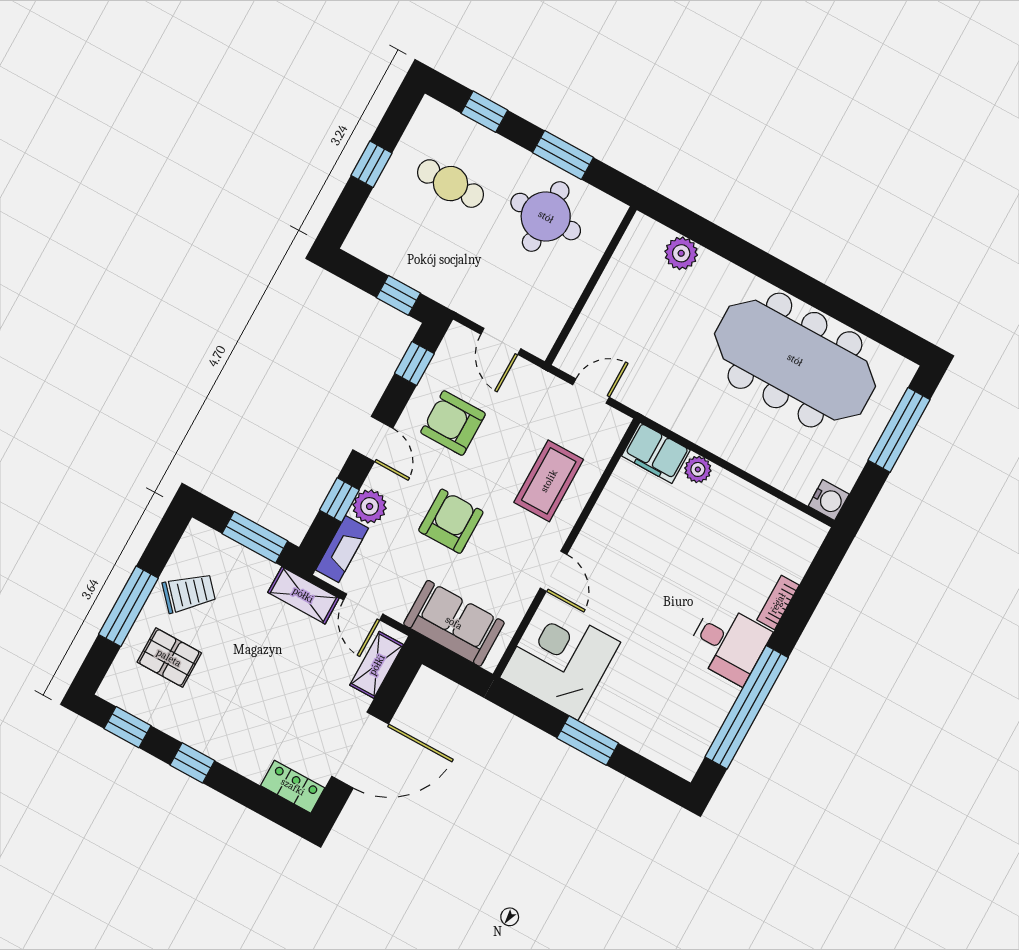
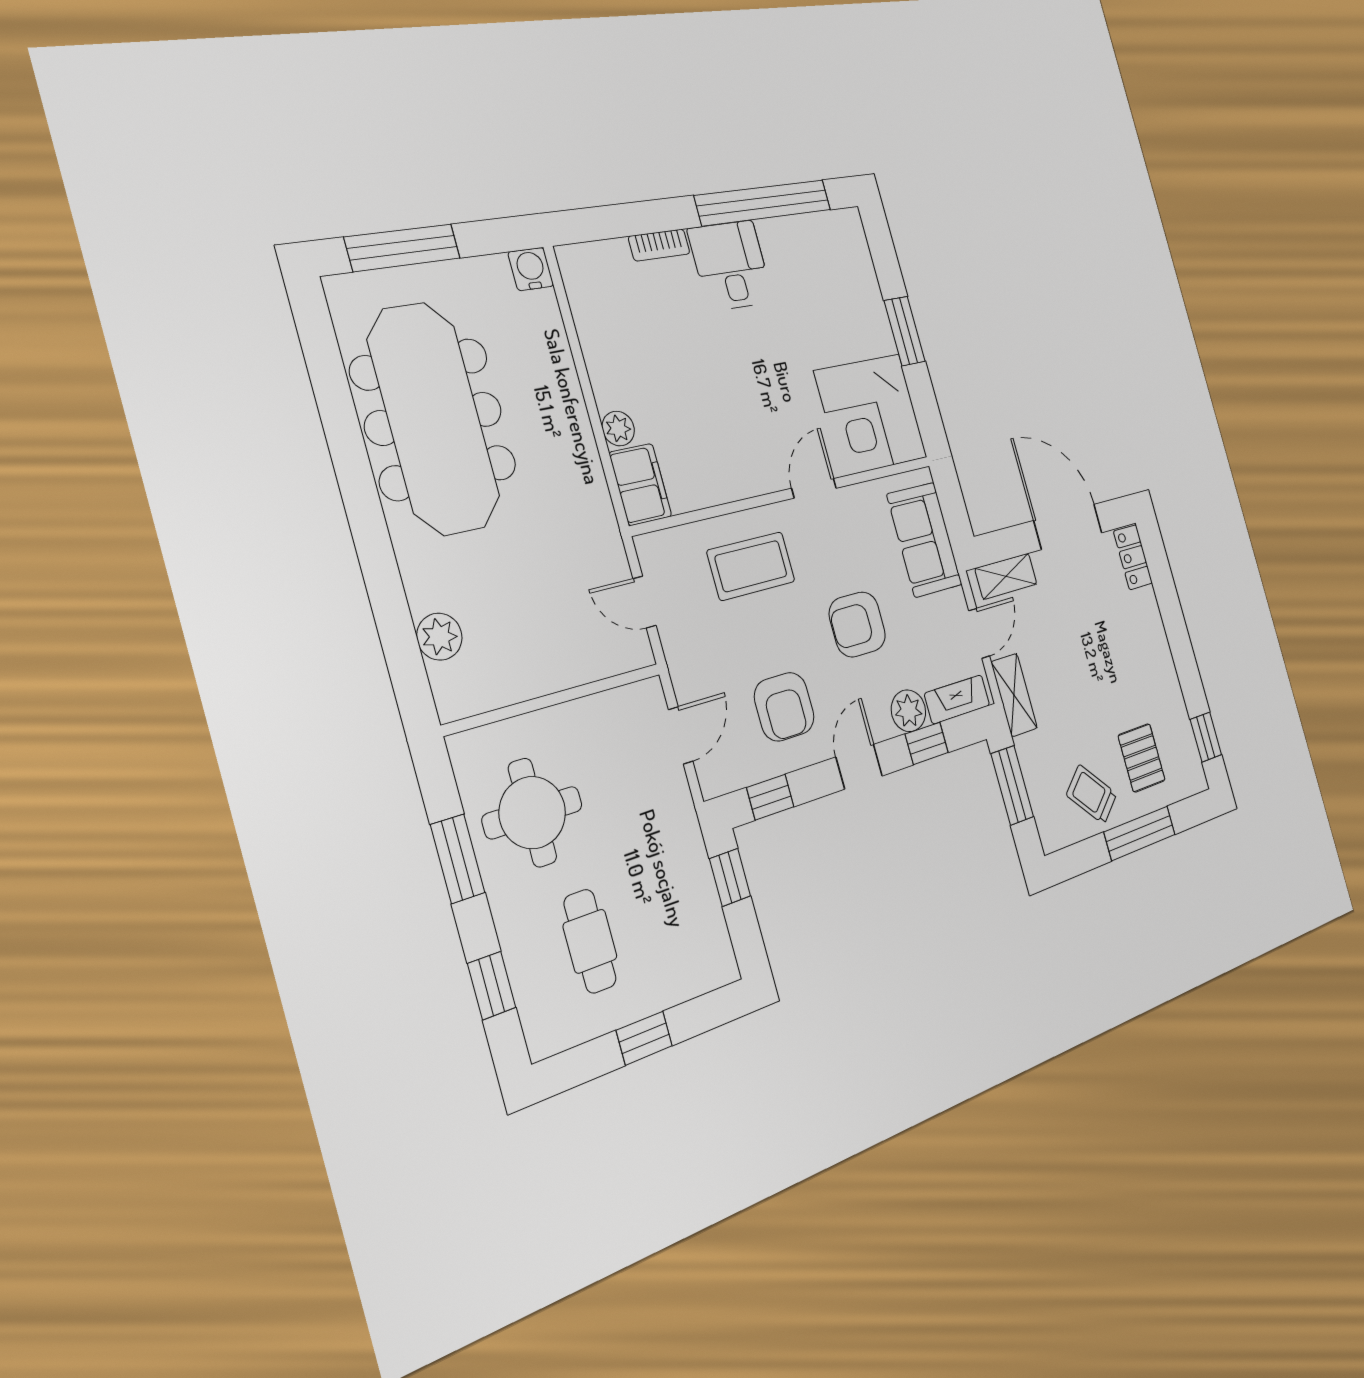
window: (192, 763) -> (1184, 657), removed

